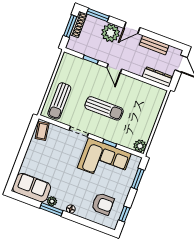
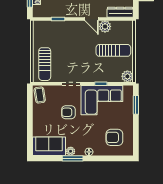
door: (114, 68) -> (92, 19), moved
plant: (136, 86) -> (105, 26), added
sun lounger: (104, 108) -> (113, 50), moved
armchair: (65, 160) -> (68, 112), added
armchair: (103, 204) -> (114, 137), turned 180
window: (124, 214) -> (136, 139), removed

